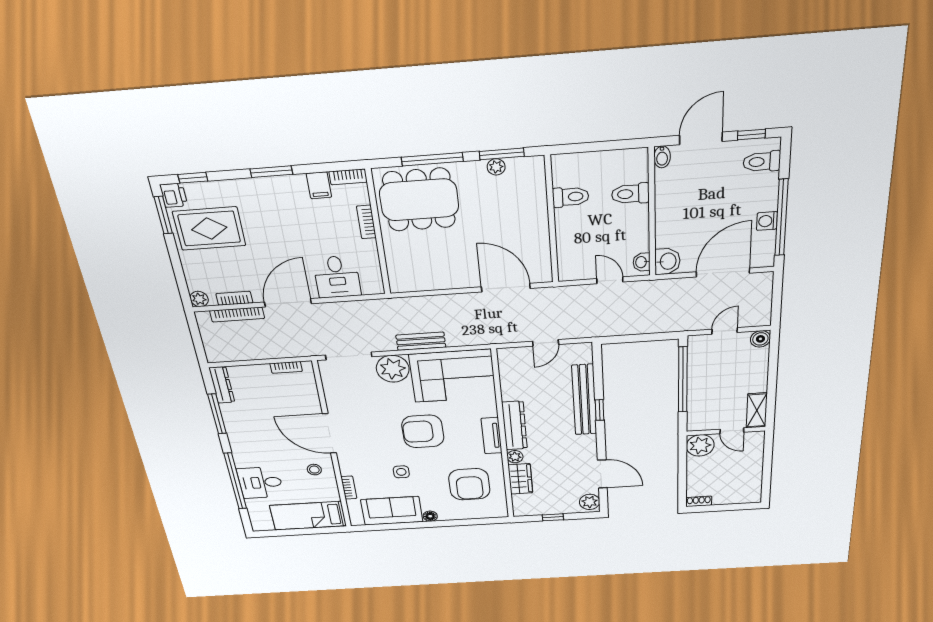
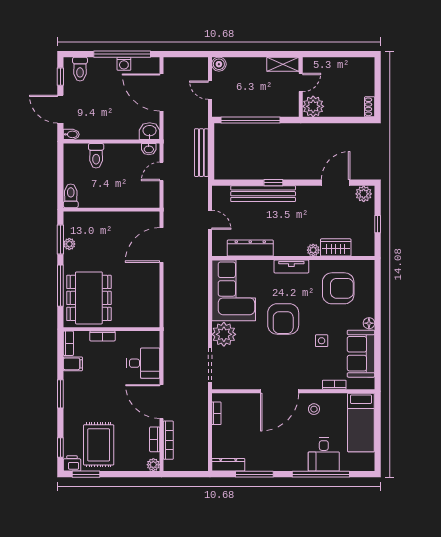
toilet: (571, 197) -> (71, 196), moved
bench: (421, 341) -> (201, 153), moved, width x1.36
dresser: (514, 426) -> (250, 248), moved

